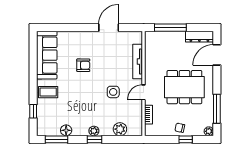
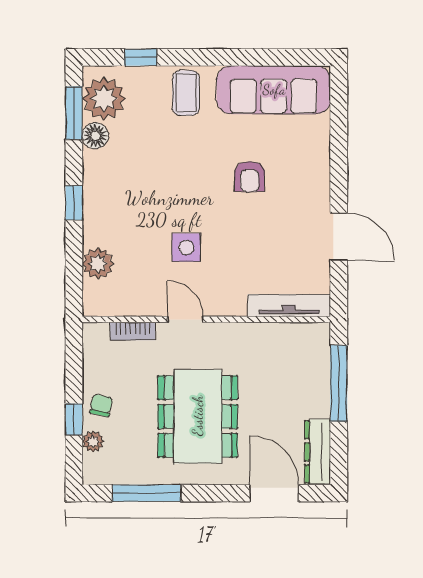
tv unit: (138, 62) -> (289, 305), moved
plant: (94, 131) -> (104, 99), moved, width x1.88, depth x1.88
plant: (209, 131) -> (93, 441), moved

